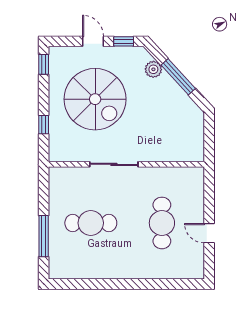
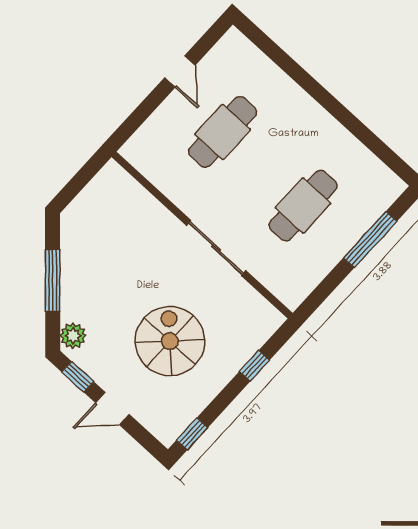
door: (93, 41) -> (112, 409), hinge flipped
plant: (153, 69) -> (73, 336), moved
spiral stairs: (95, 99) -> (170, 341), width x0.73, depth x0.73
cafe table: (91, 223) -> (303, 206), turned 90

